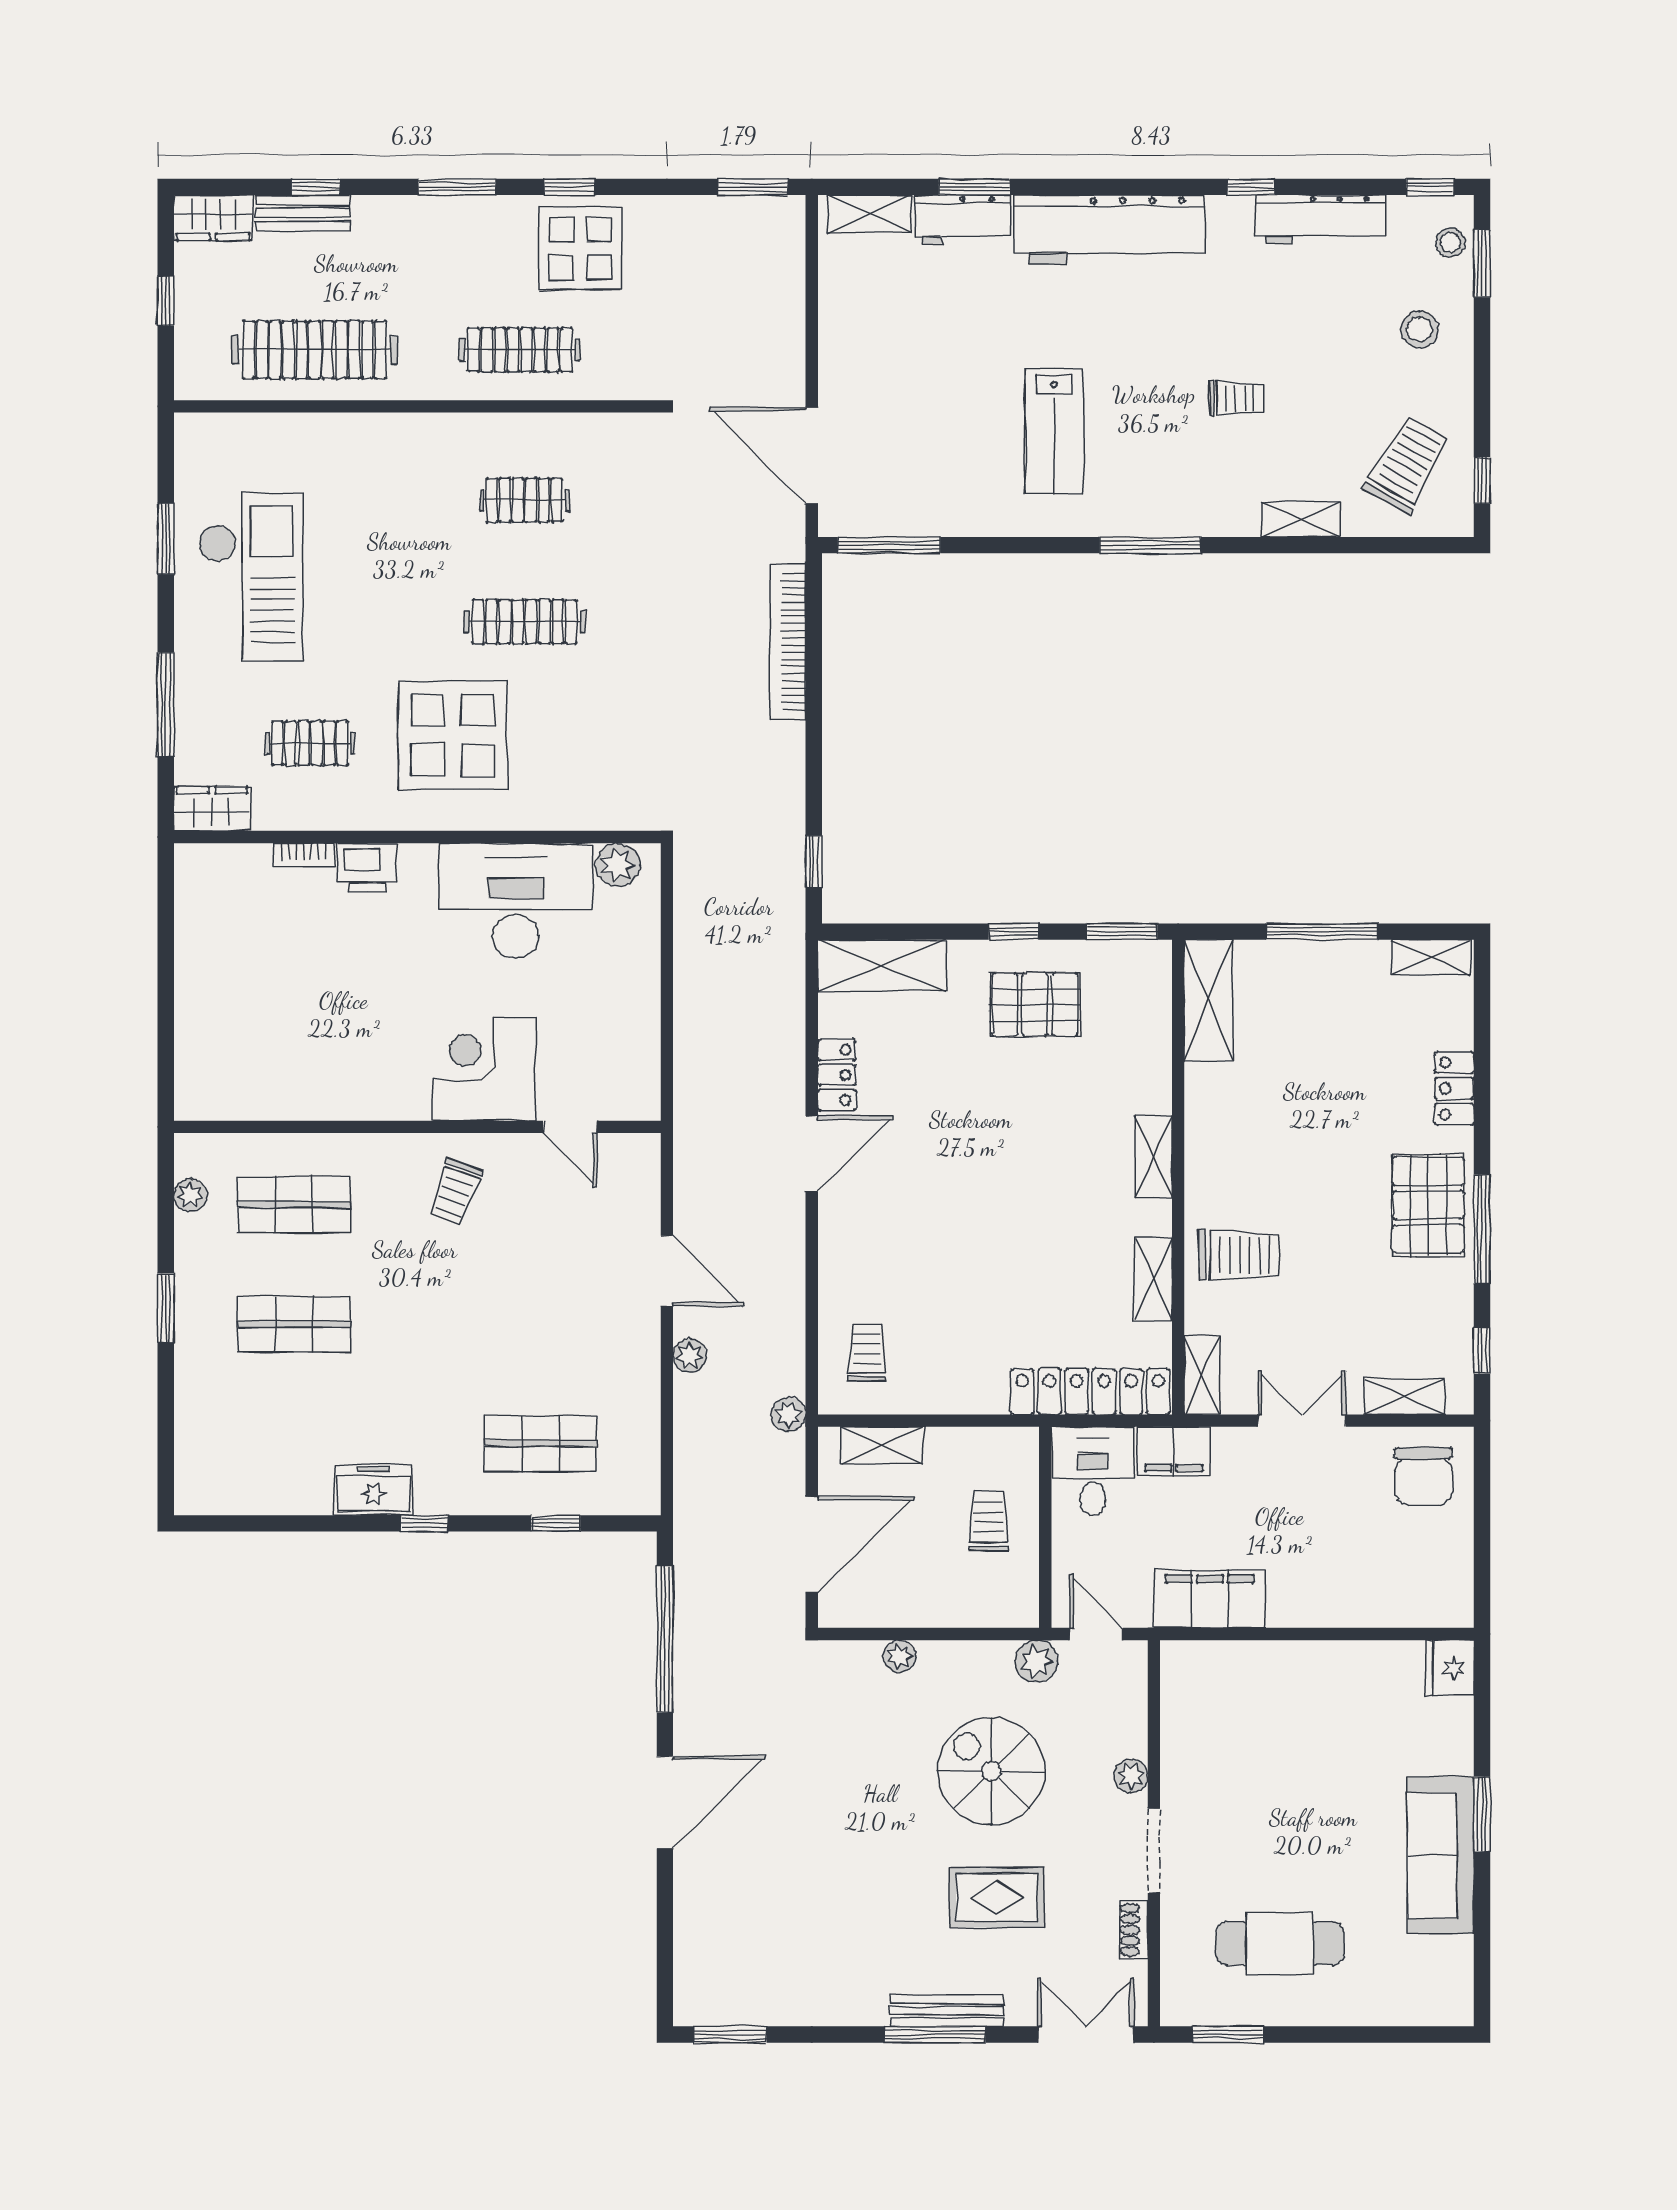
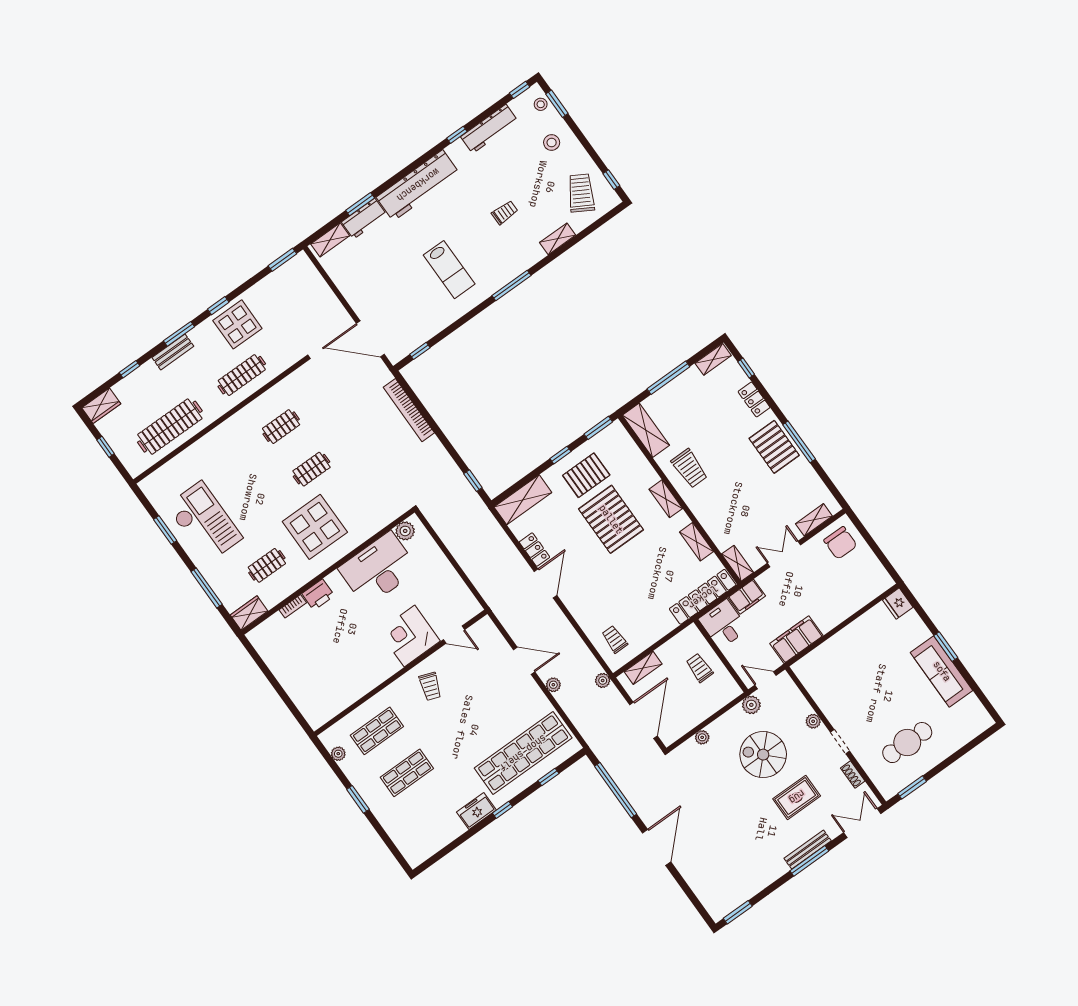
bench: (303, 213) -> (173, 352), moved
window: (889, 545) -> (420, 351), width x0.46
clothes rail: (525, 622) -> (312, 469), width x0.73
pallet: (1022, 1121) -> (611, 519), added
trolley: (1239, 1255) -> (689, 468), moved, turned 90
window: (1482, 1350) -> (746, 368), moved
shop shelf: (540, 1444) -> (523, 753), width x2.00, depth x1.36
doorway: (1154, 1851) -> (840, 742), width x0.73

